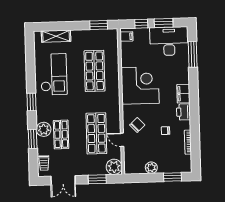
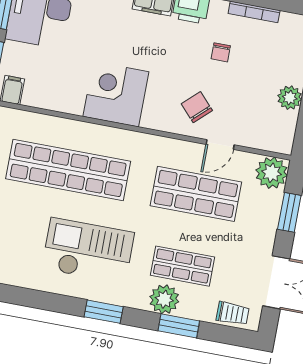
shop shelf: (95, 71) -> (68, 170), width x1.40
checkout: (54, 74) -> (88, 251), moved
corner desk: (140, 85) -> (116, 94), width x0.74, depth x0.74

